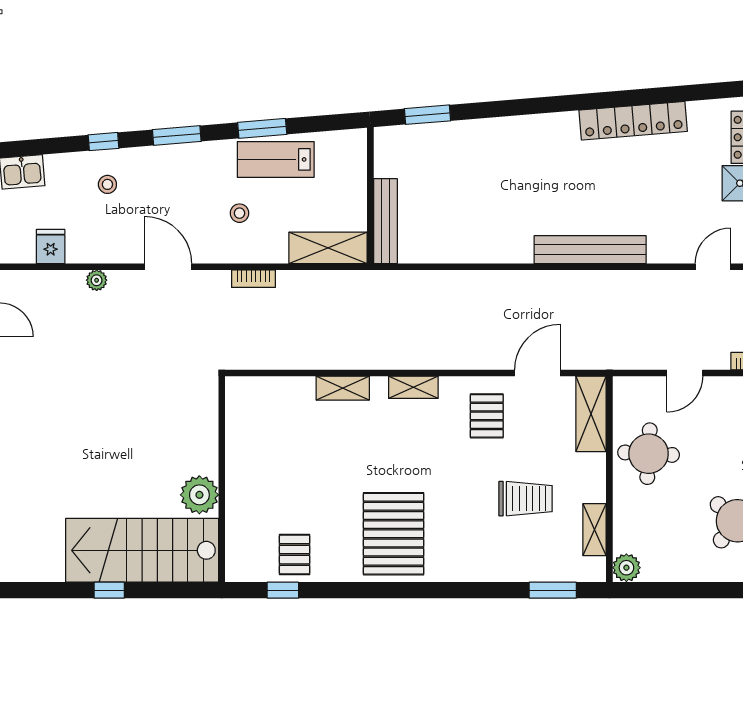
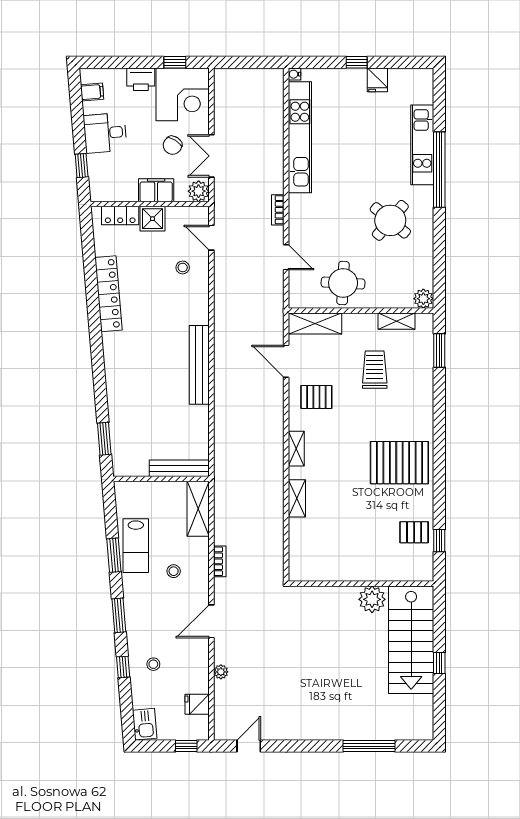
stool: (671, 226) -> (183, 267), added
bench: (590, 250) -> (199, 365), moved

